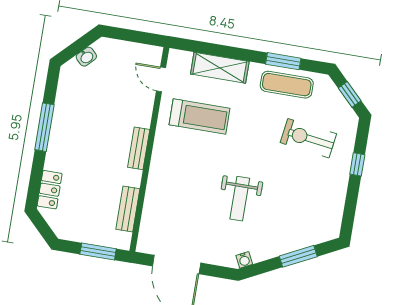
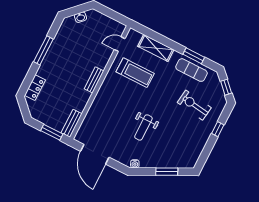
door: (161, 79) -> (120, 44), hinge flipped
bench: (128, 209) -> (72, 123), moved

